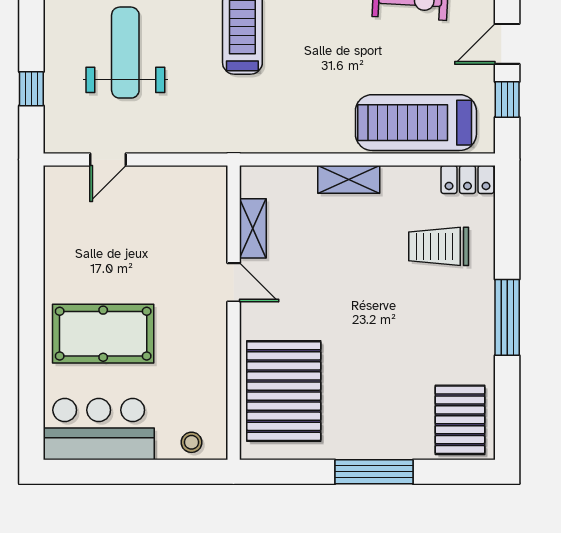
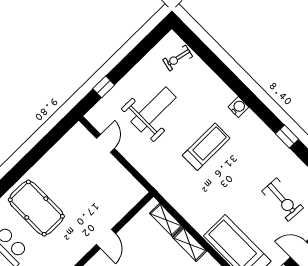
door: (108, 160) -> (106, 143), swing flipped
shelving: (253, 228) -> (166, 220), moved, turned 90

